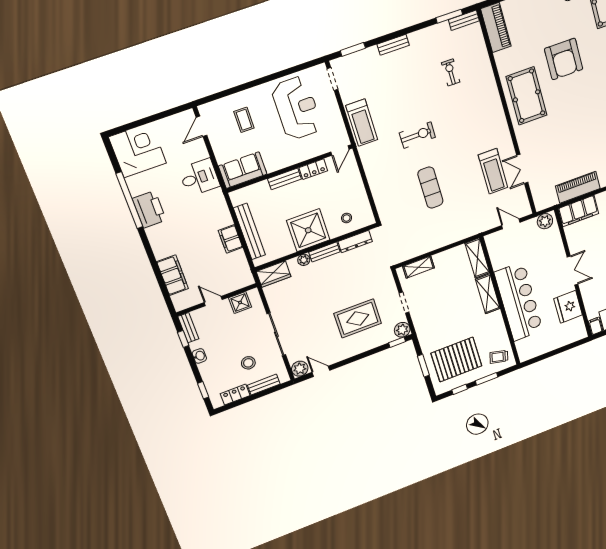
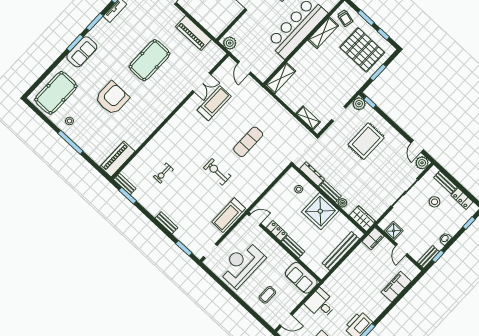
pool table: (527, 96) -> (149, 60), moved
treadmill: (362, 123) -> (229, 215), turned 180
filing cabinet: (578, 211) -> (210, 22), removed
filing cabinet: (230, 239) -> (373, 239), moved
shelving: (488, 294) -> (323, 33), moved
rug: (358, 318) -> (366, 141), turned 90

